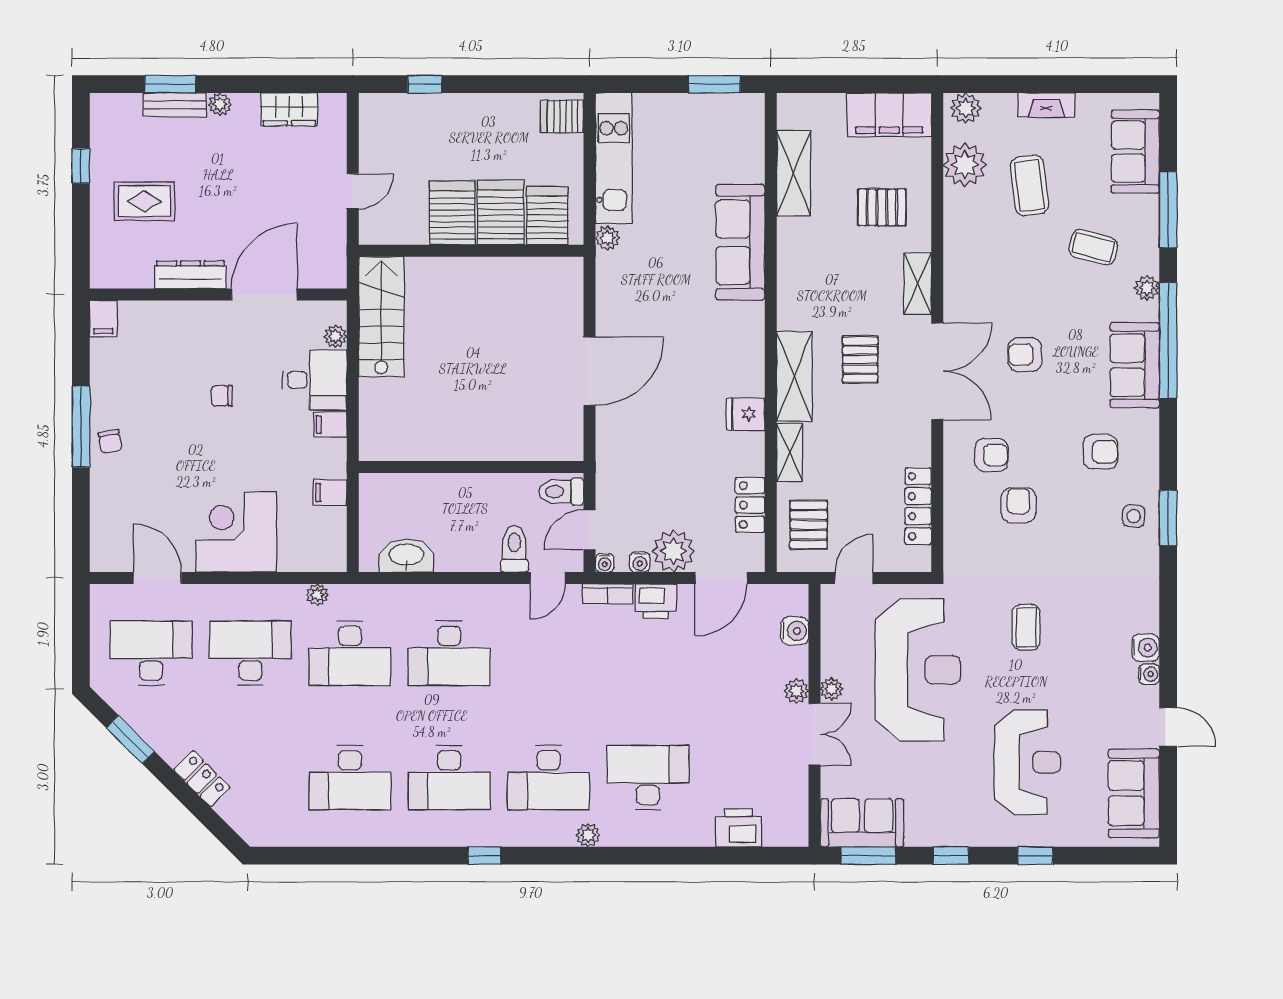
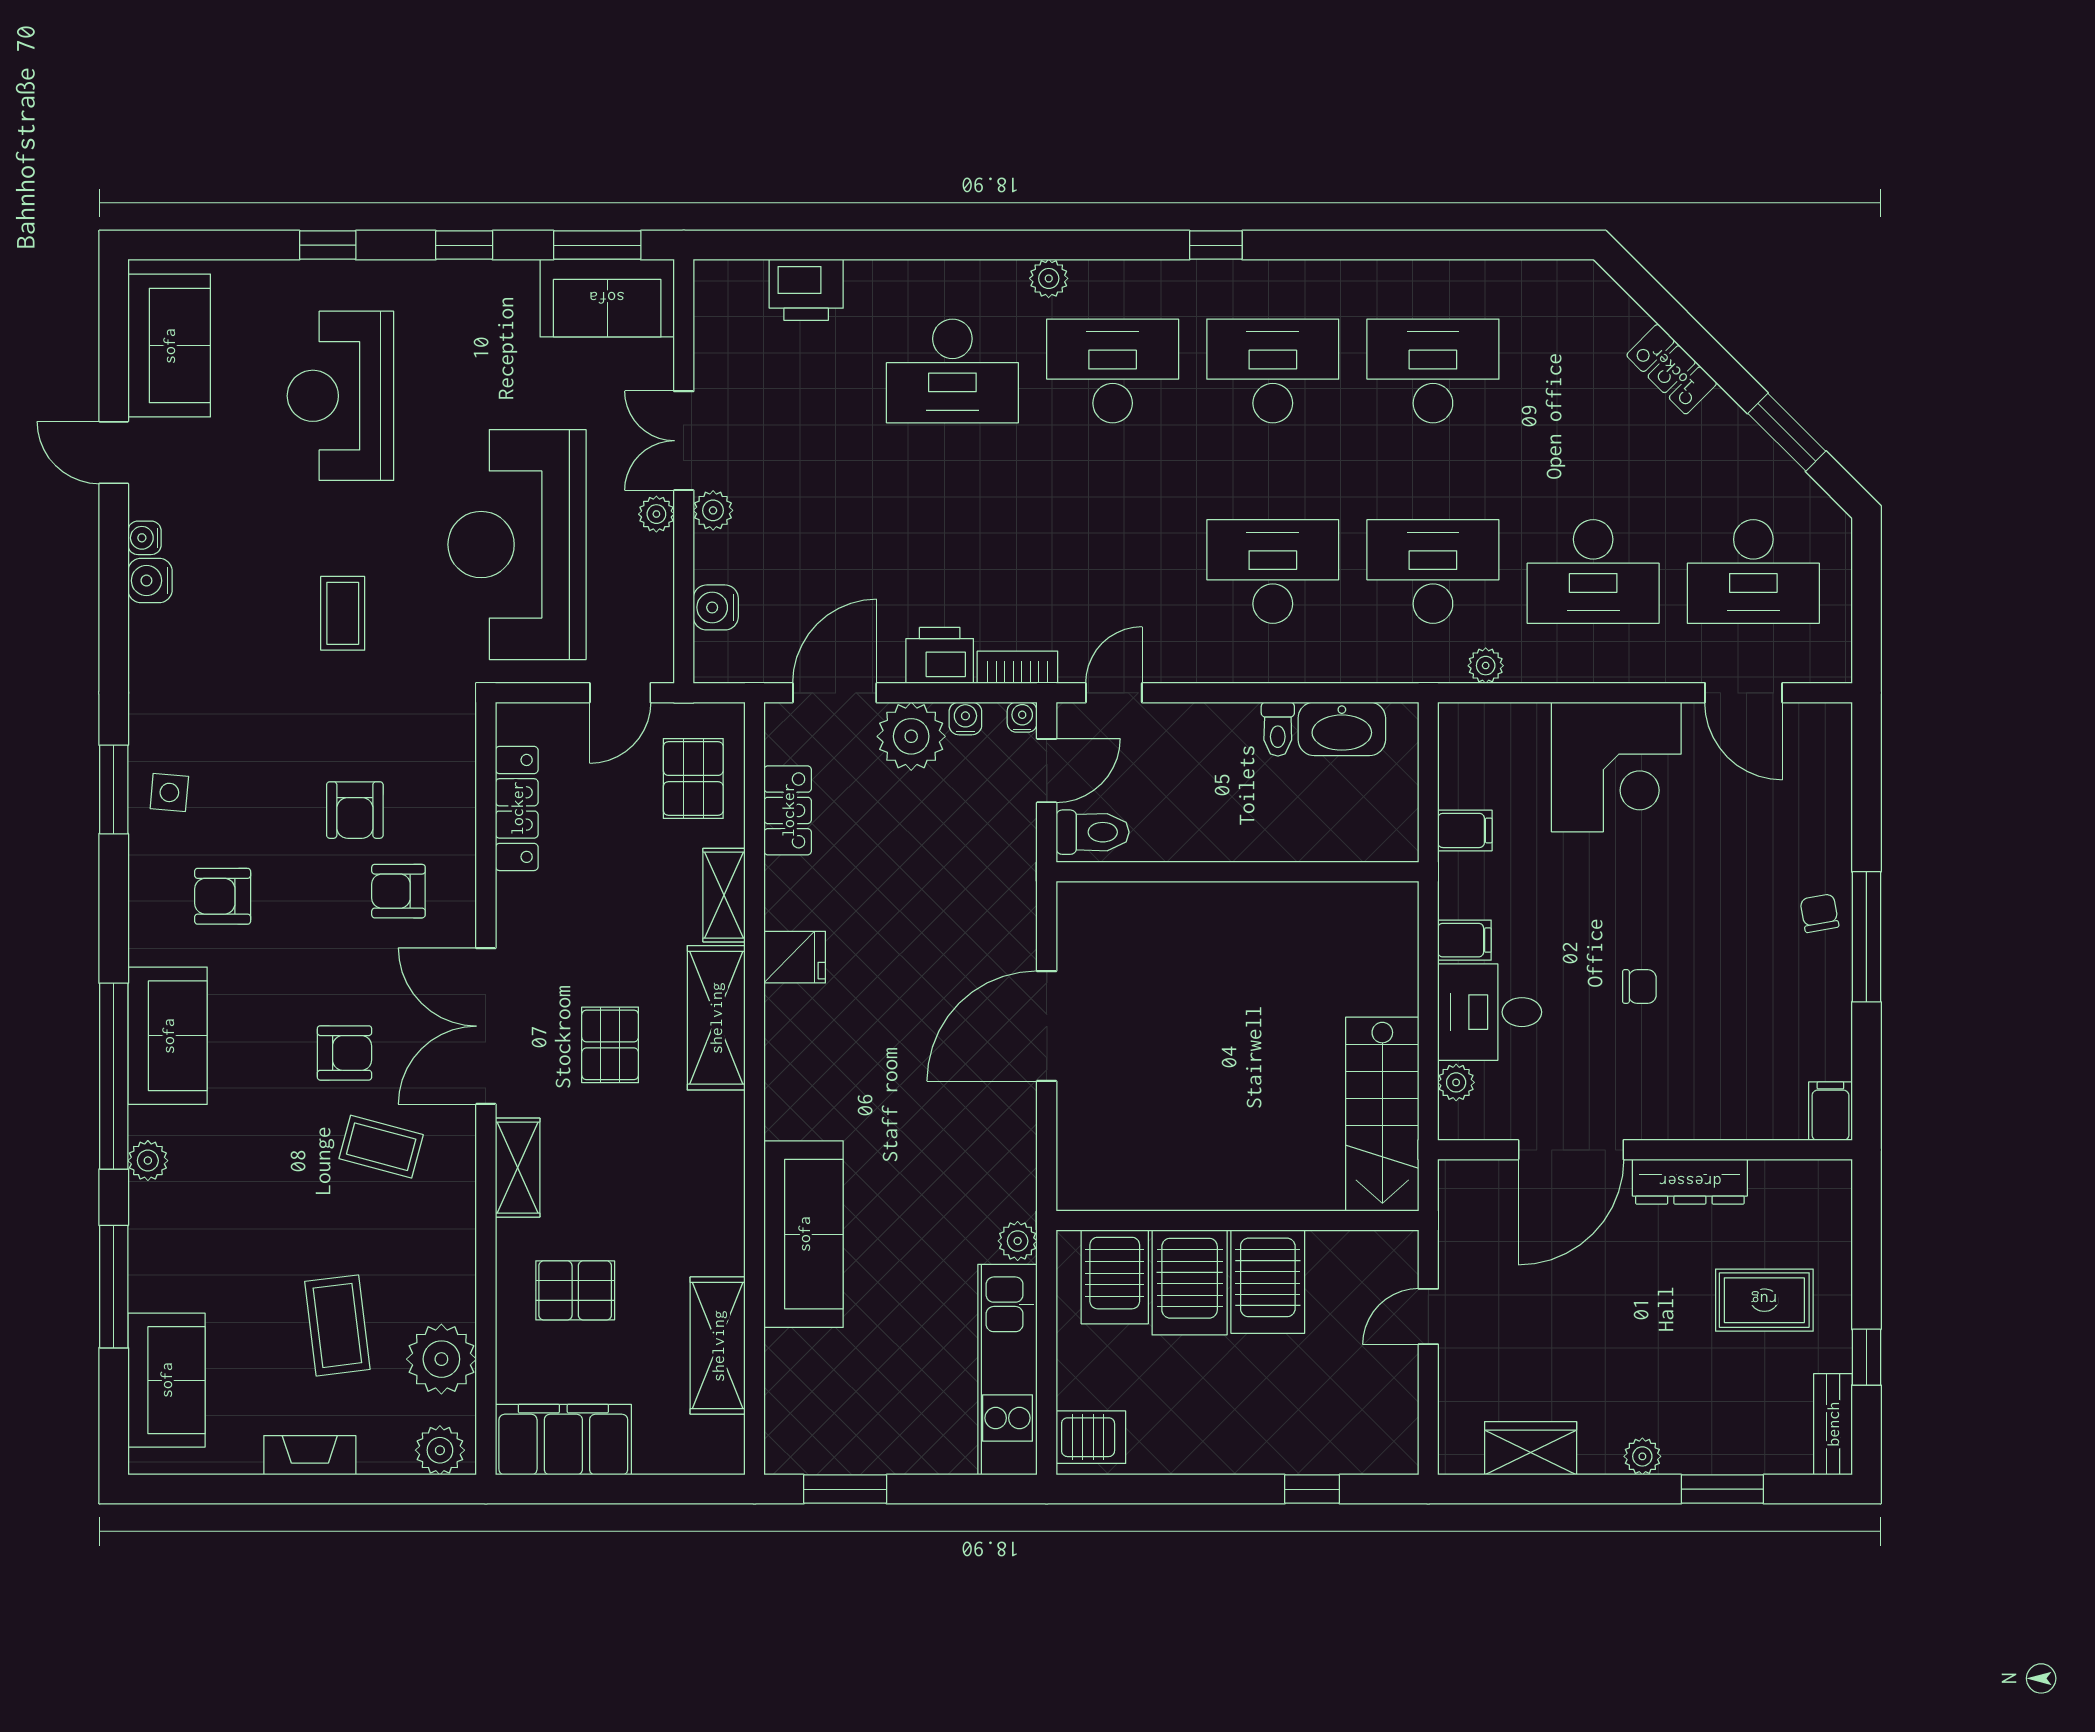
bench: (175, 105) -> (1833, 1424), moved, turned 90
coffee table: (1093, 247) -> (381, 1147), moved
toilet: (514, 549) -> (1278, 729), moved, width x0.73, depth x0.72

